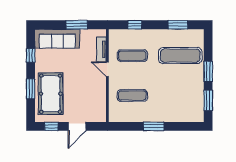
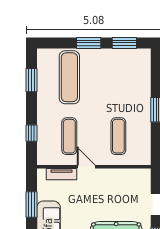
door: (107, 69) -> (86, 167), swing flipped

